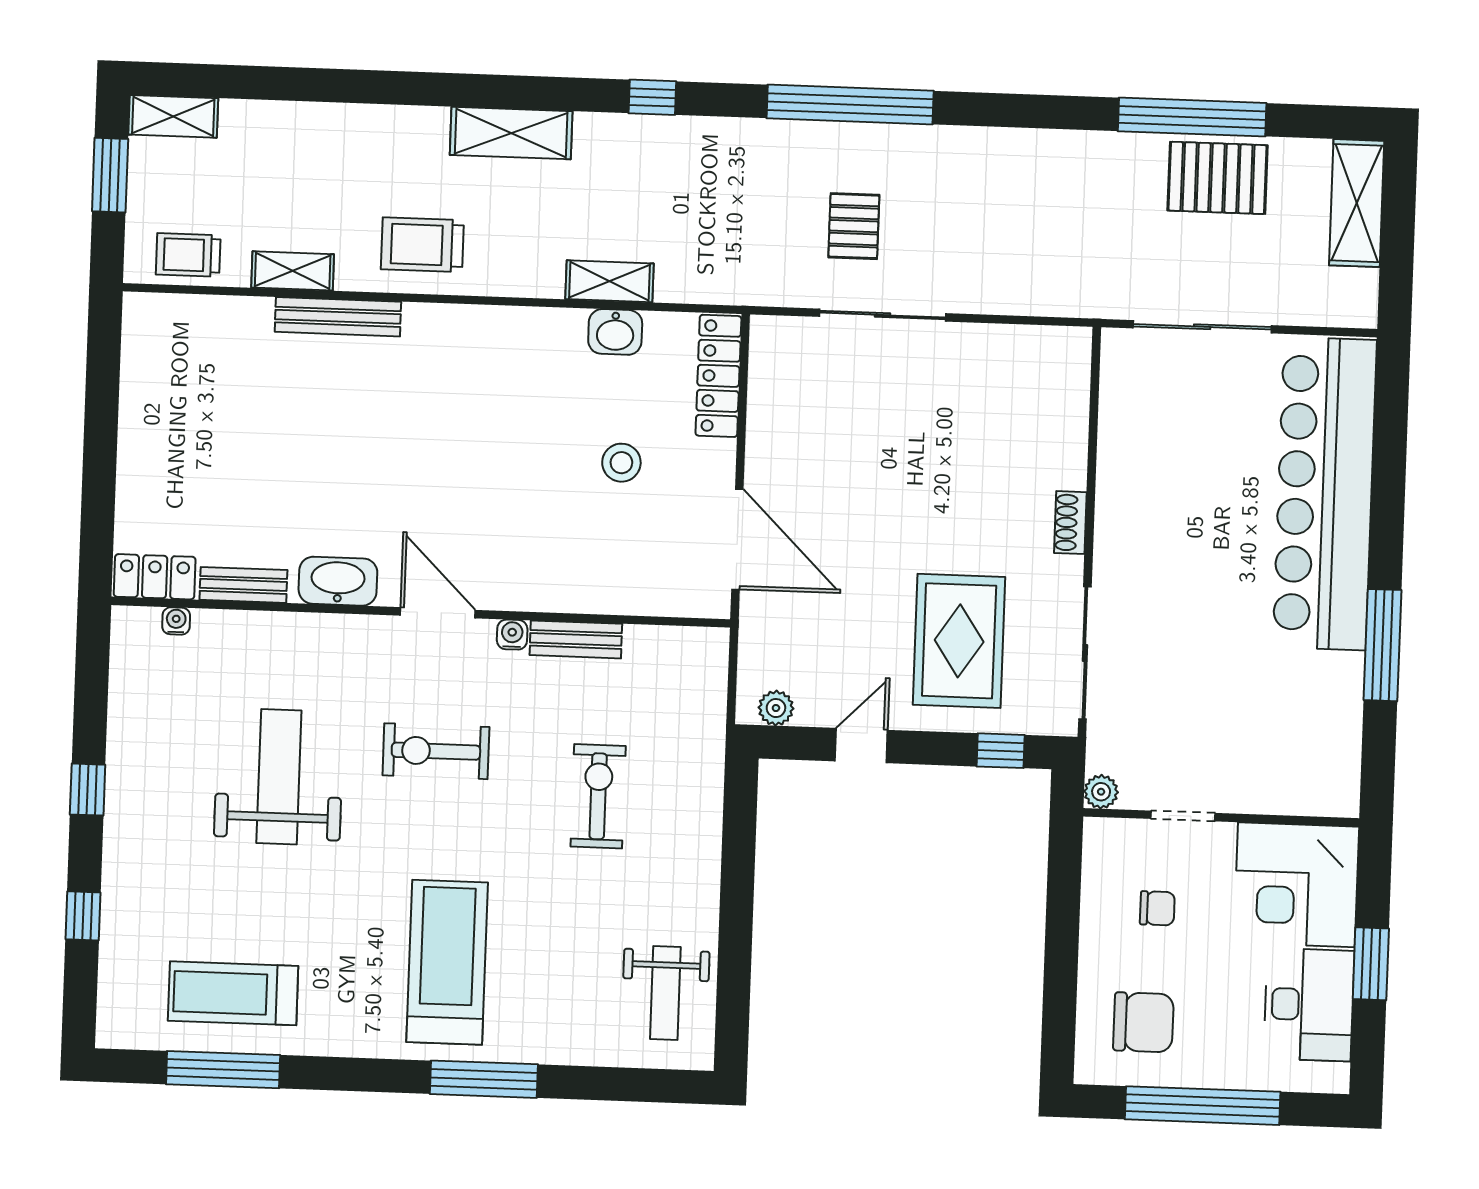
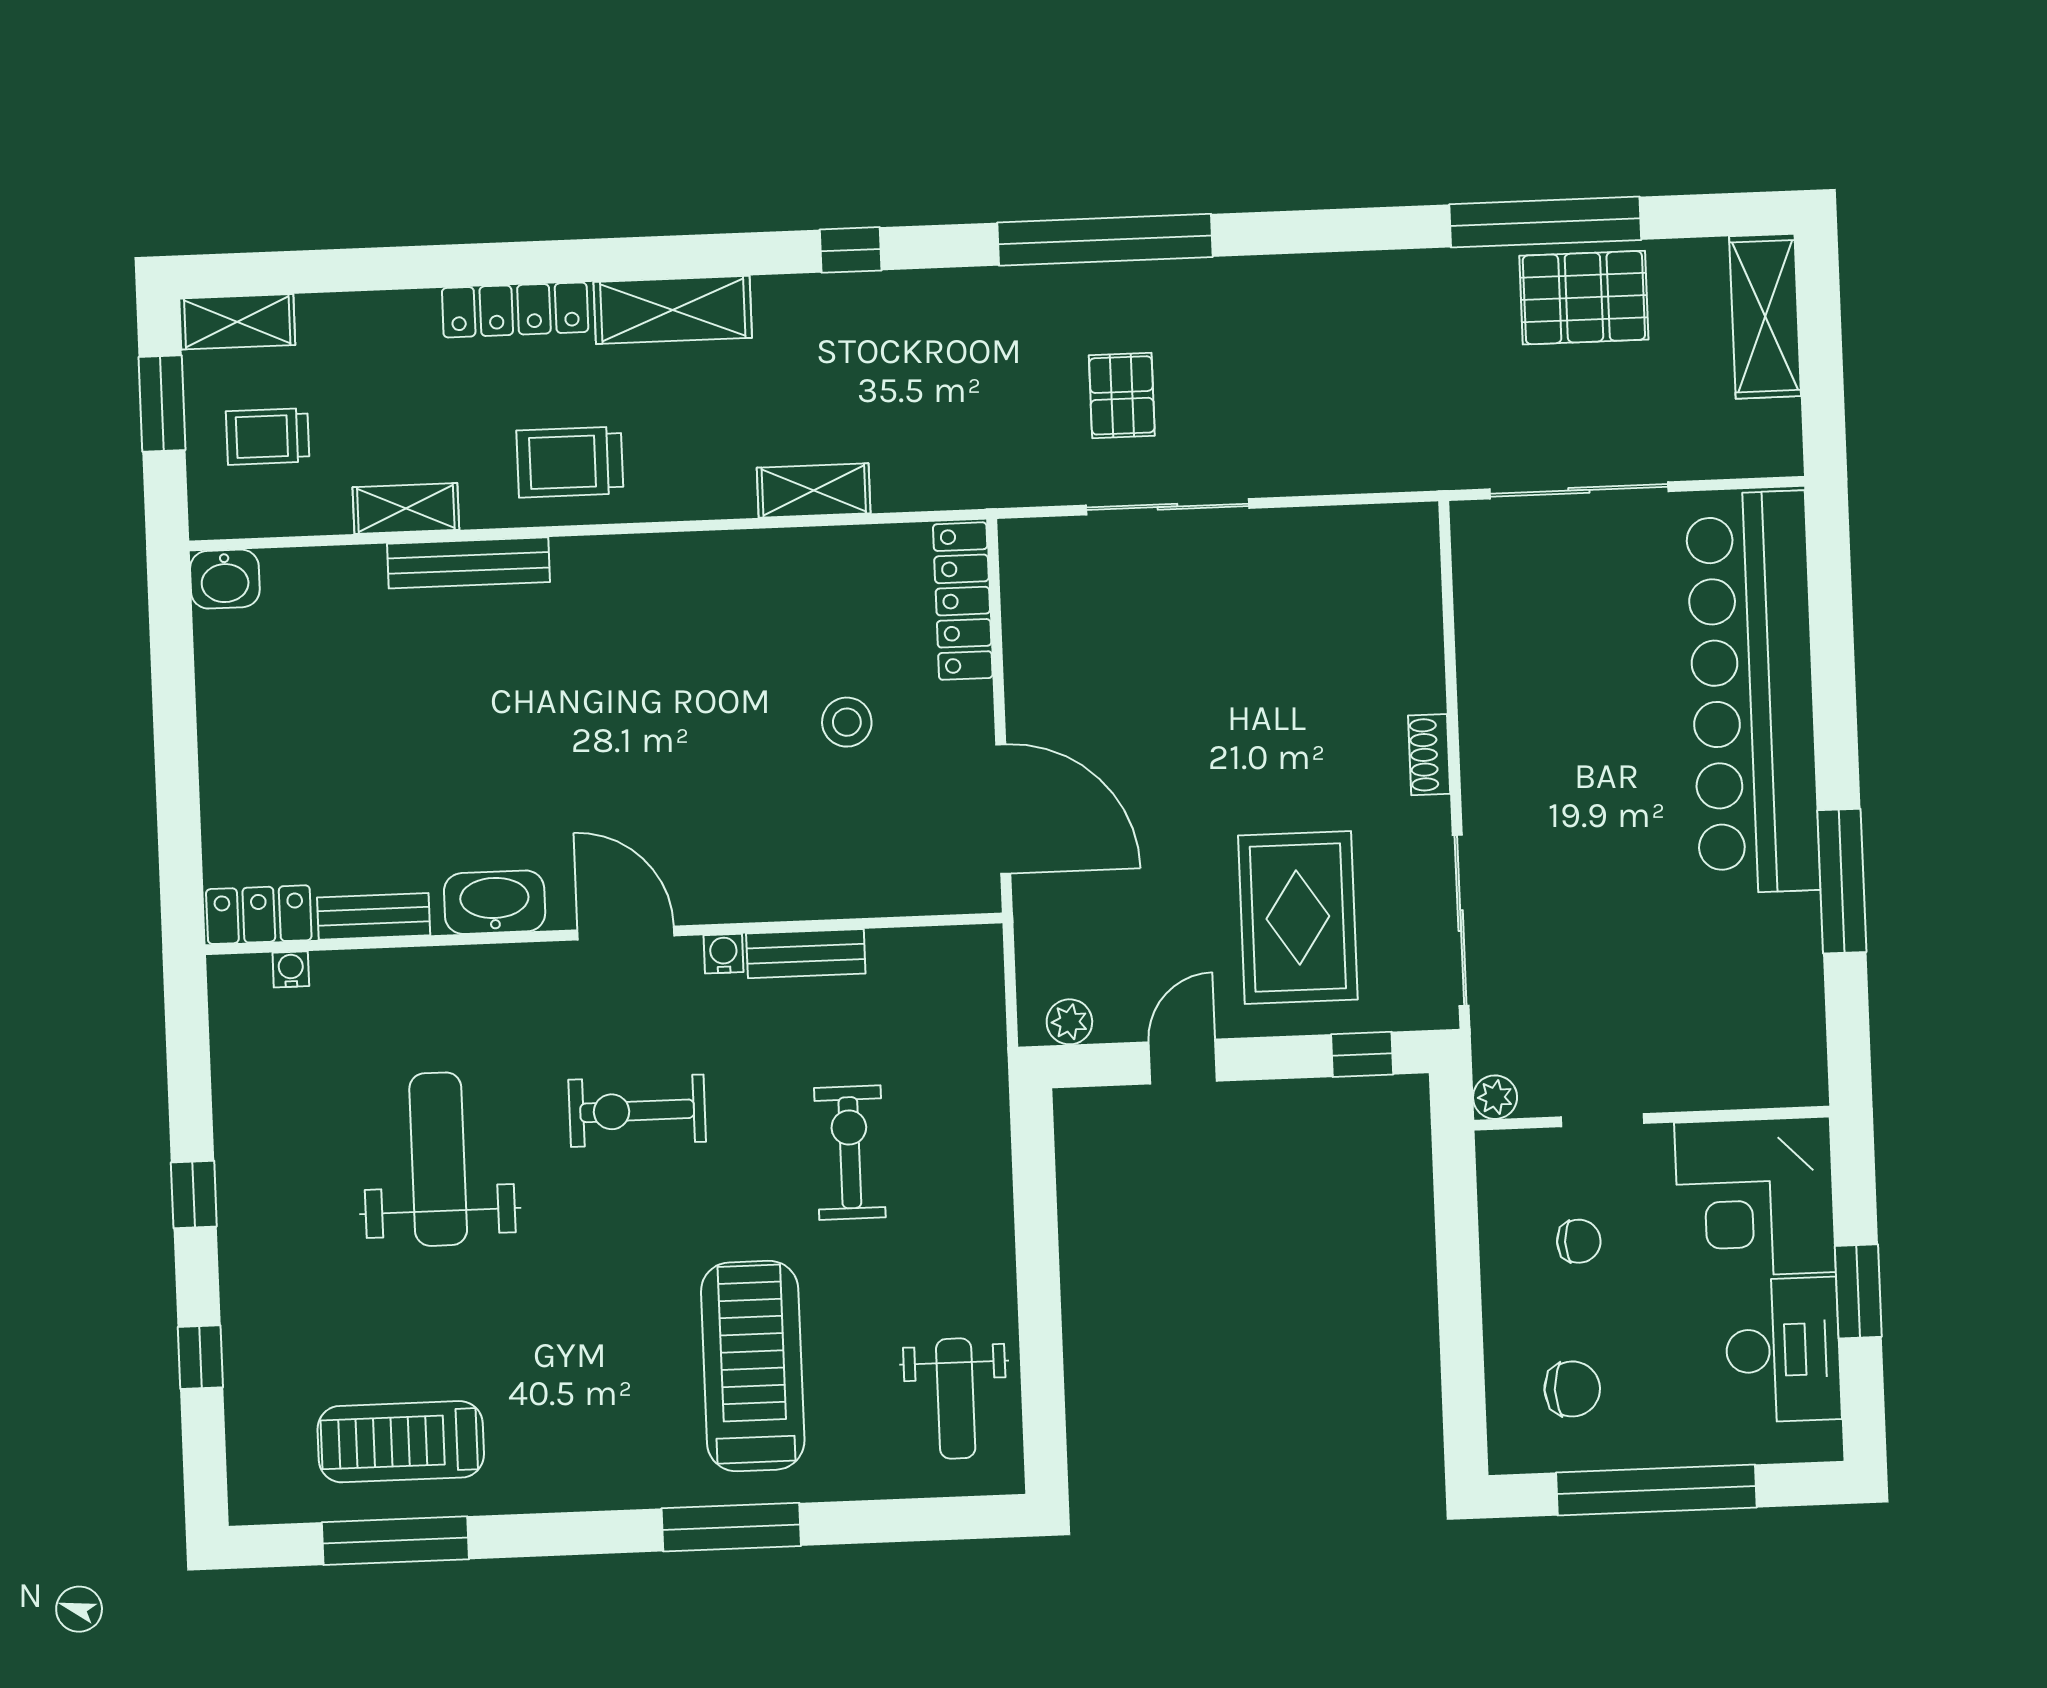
locker: (389, 124) -> (515, 310), added
trolley: (188, 255) -> (268, 436), moved
washbasin: (615, 332) -> (225, 579), moved
treadmill: (447, 962) -> (753, 1366), moved
chair: (1143, 1022) -> (1572, 1389), width x0.73, depth x0.73

